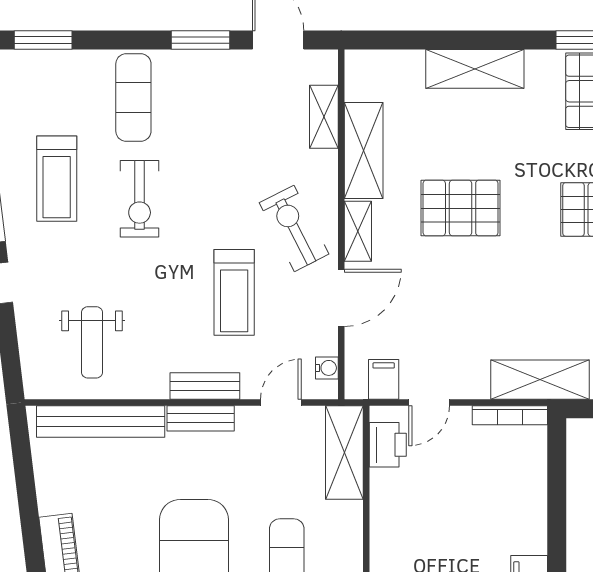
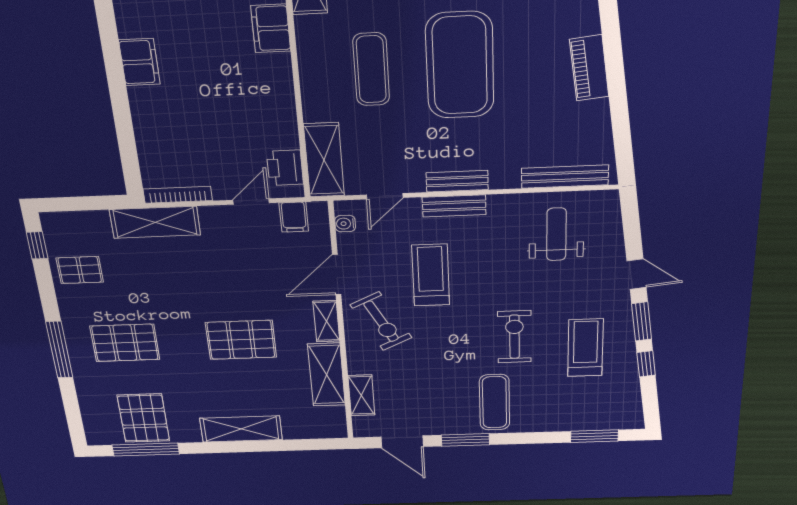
exercise mat: (133, 97) -> (495, 402), moved
bench: (101, 421) -> (565, 177), width x0.73, depth x0.82

